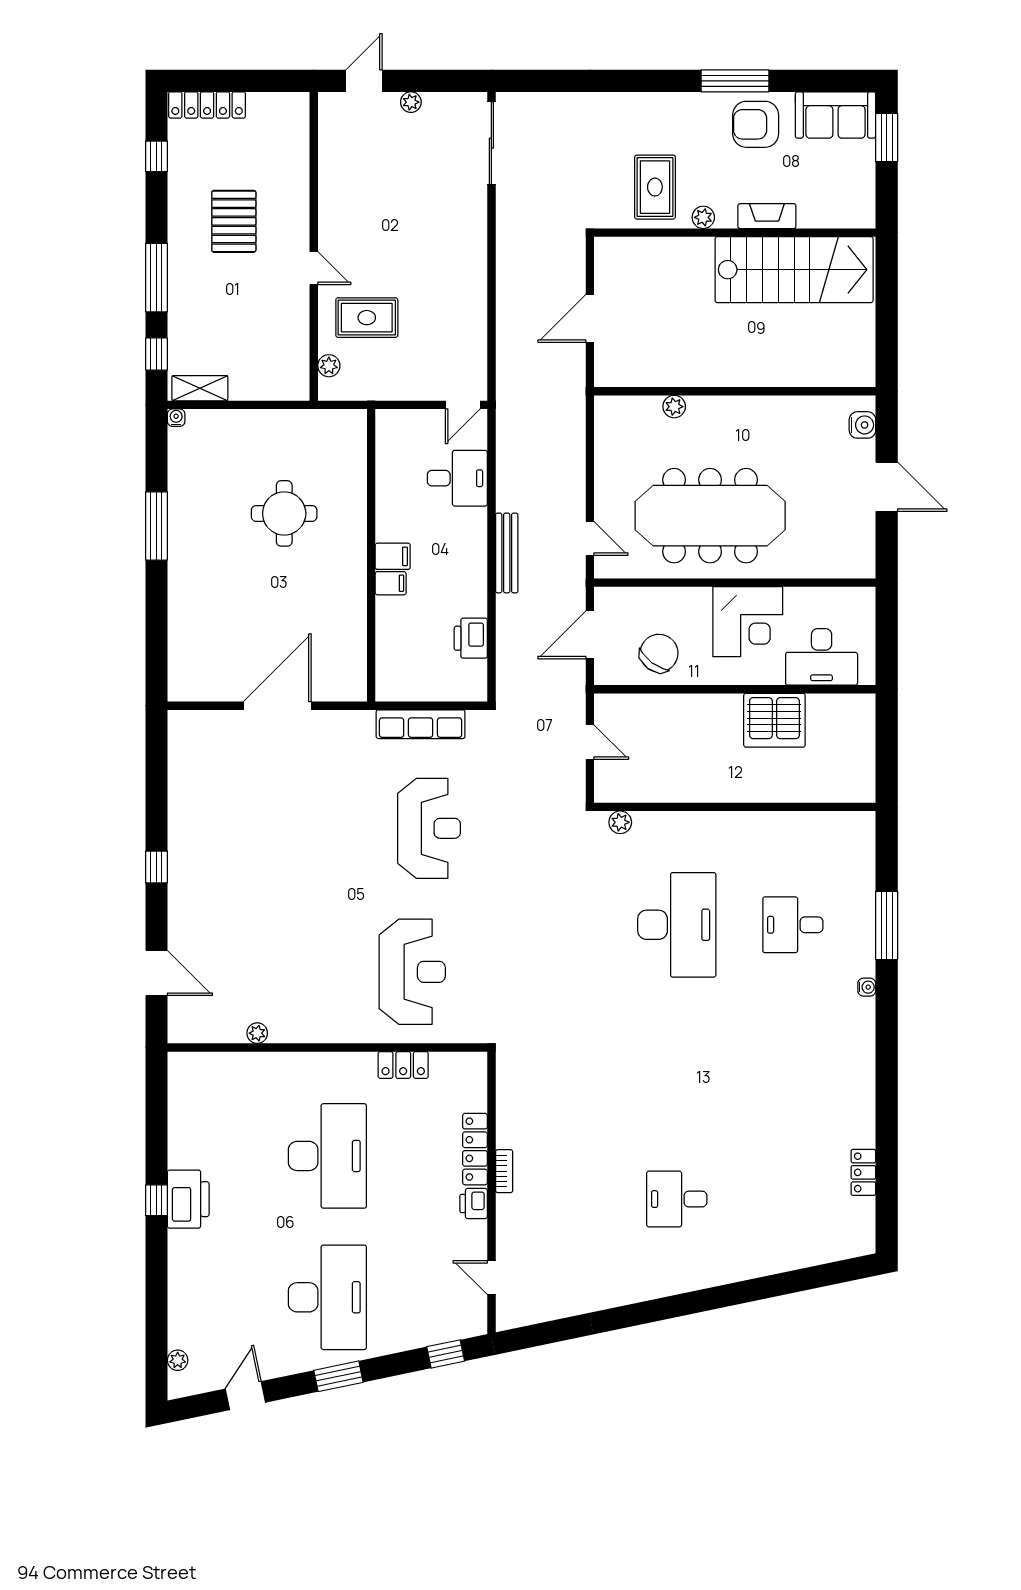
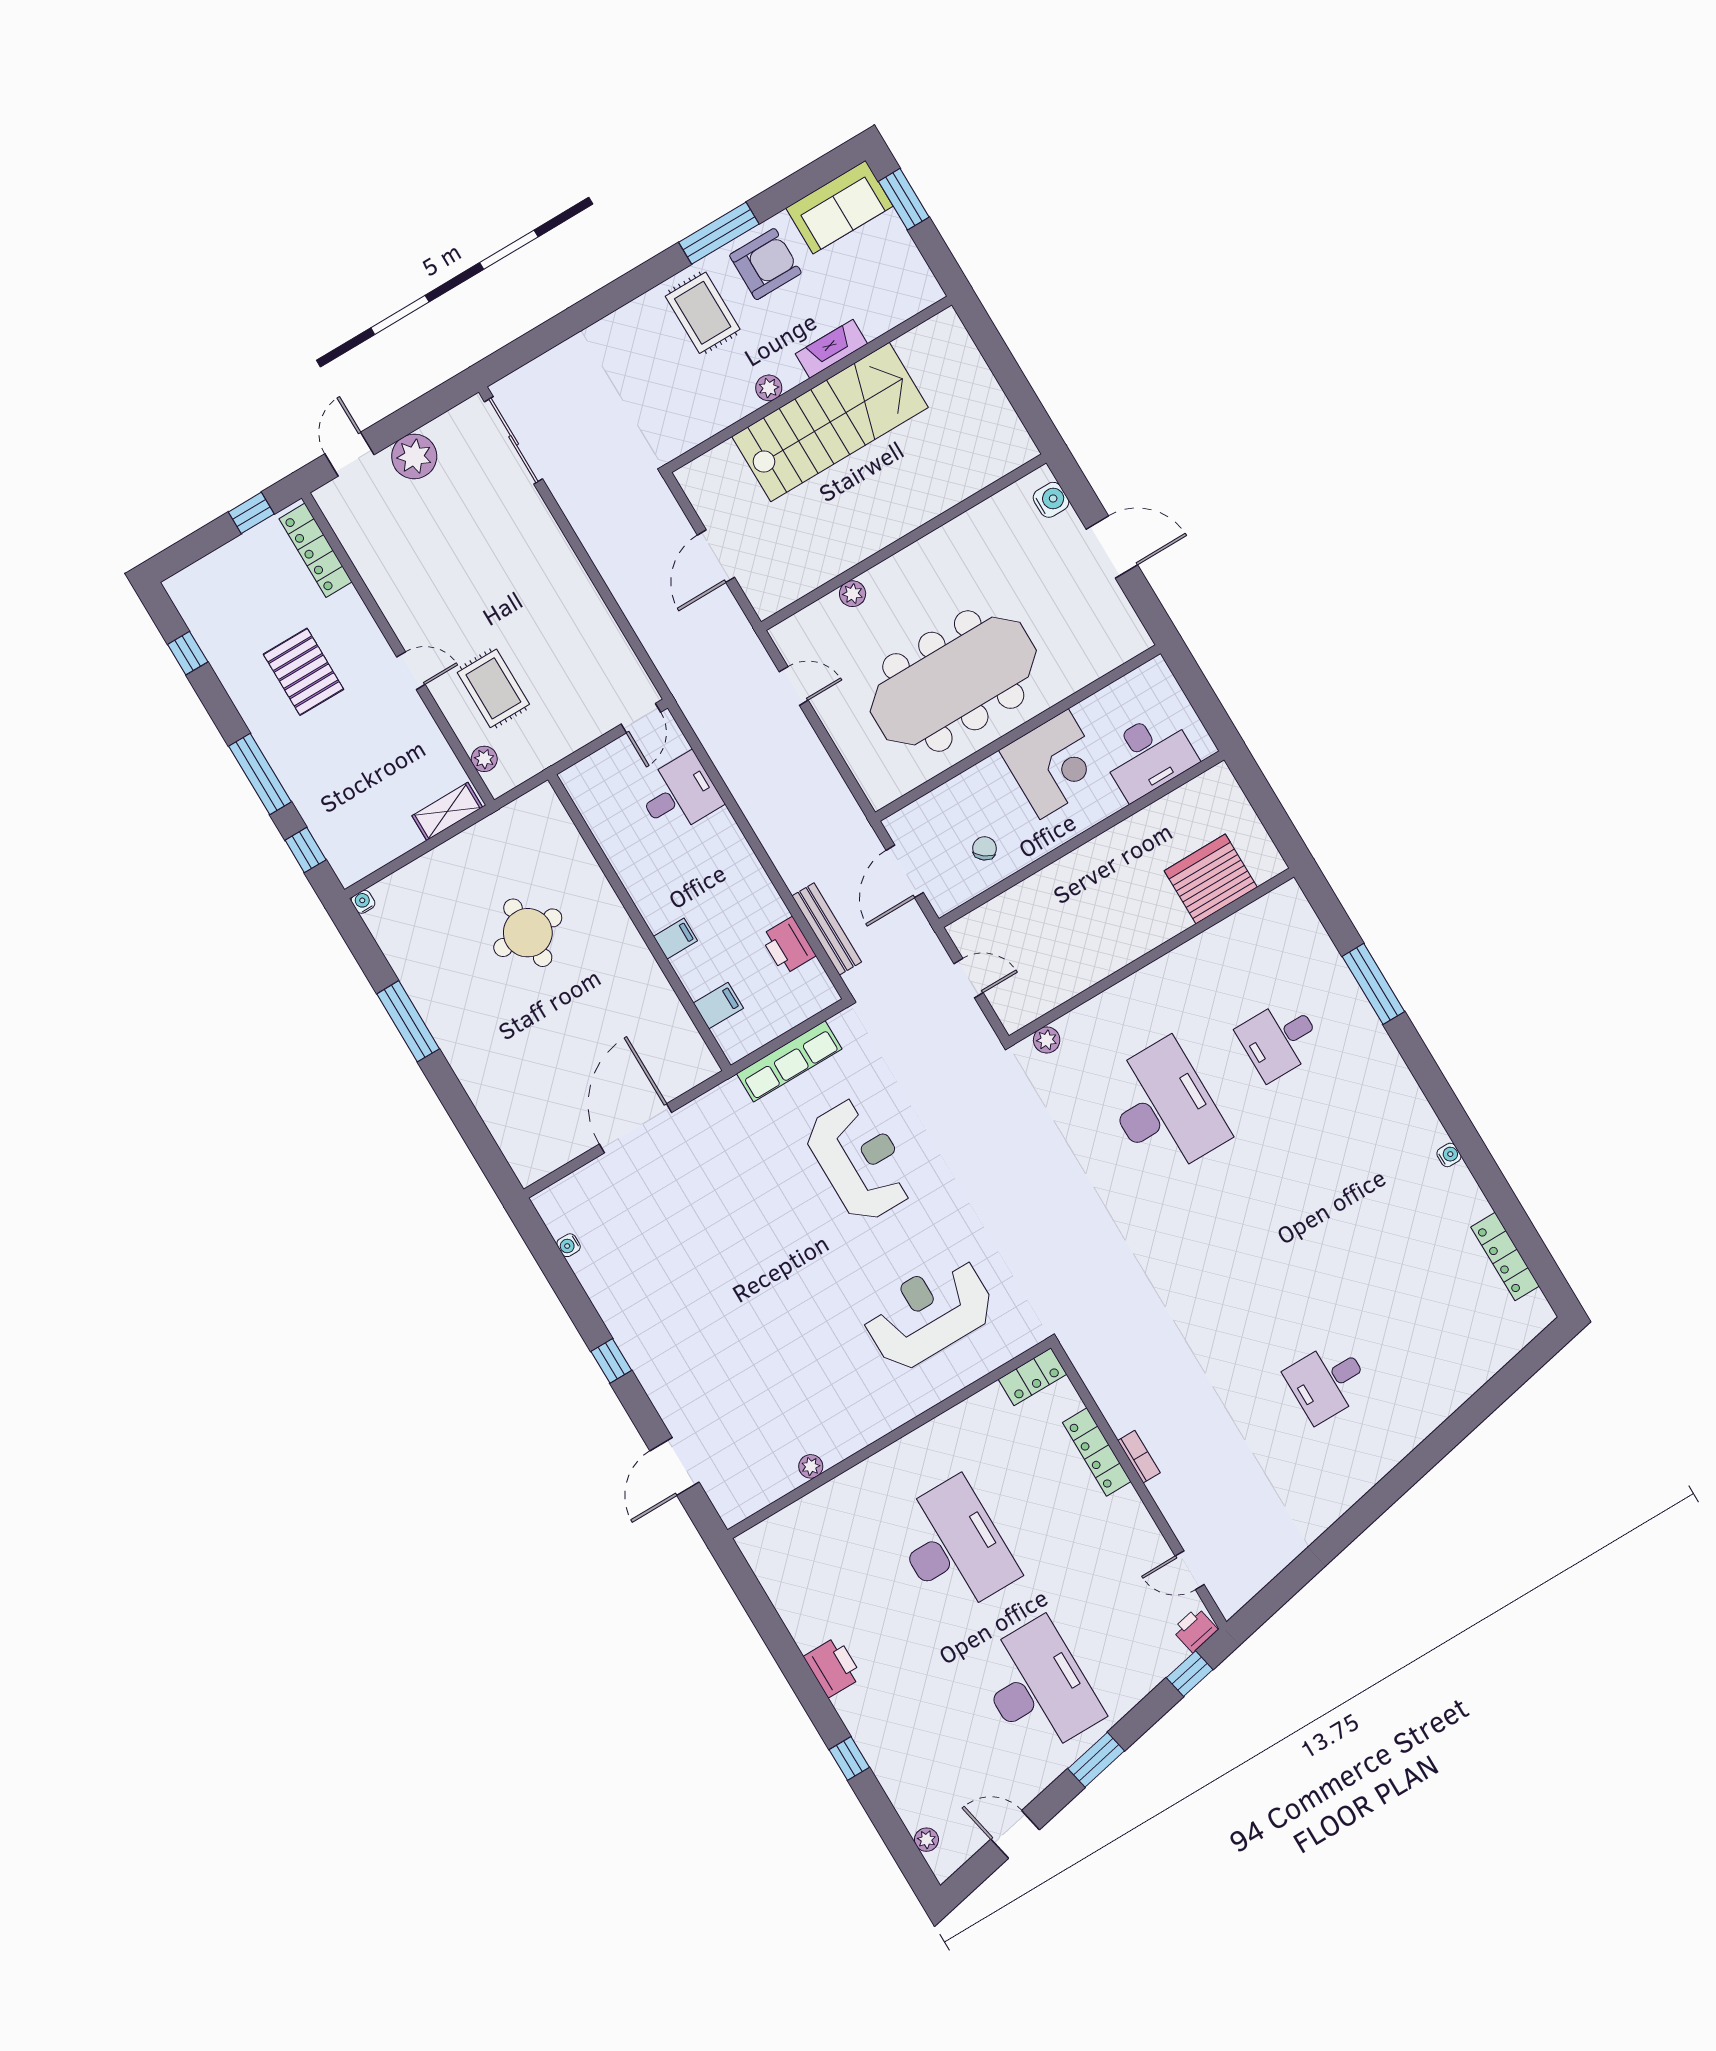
window: (265, 81) -> (251, 513), added
plant: (411, 102) -> (414, 456), width x1.87, depth x1.87
locker: (207, 105) -> (316, 550), moved, turned 90
armchair: (756, 124) -> (765, 264), turned 180
rug: (655, 187) -> (703, 313), moved
stairs: (794, 270) -> (830, 422), moved
rug: (367, 318) -> (493, 688), turned 90
shelving: (200, 388) -> (447, 811), moved
door: (590, 538) -> (794, 686), moved
bench: (507, 553) -> (827, 929), moved
filing cabinet: (393, 556) -> (718, 1006), moved
chair: (659, 653) -> (985, 848), width x0.54, depth x0.54
server rack: (774, 720) -> (1211, 879), moved, turned 180
water cooler: (176, 762) -> (569, 1245), added
reception desk: (412, 972) -> (929, 1313), turned -90
door: (156, 973) -> (674, 1466), swing flipped
water cooler: (867, 987) -> (1449, 1155), moved
locker: (403, 1065) -> (1033, 1377), moved
locker: (863, 1172) -> (1505, 1257), width x1.53
printer: (188, 1199) -> (833, 1667), width x0.73, depth x0.84
window: (156, 1200) -> (849, 1759), moved
printer: (474, 1204) -> (1195, 1630), moved, turned 78
door: (245, 1396) -> (1015, 1834), hinge flipped

